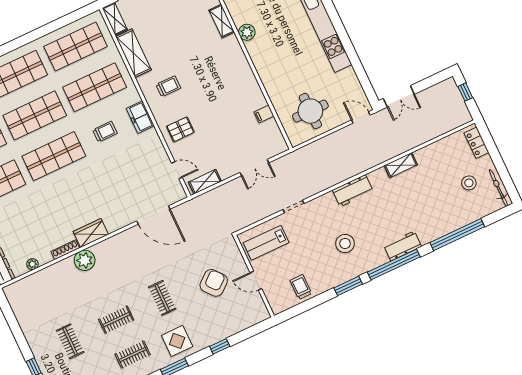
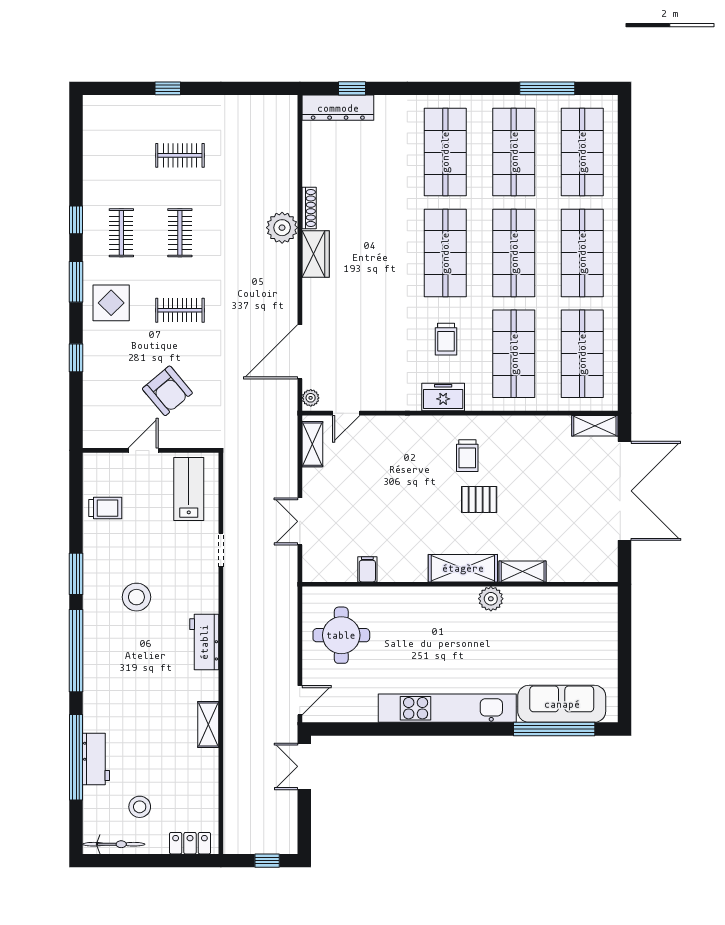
shelving: (133, 53) -> (463, 568), moved
pallet: (180, 129) -> (479, 499), moved, turned 90
workbench: (403, 246) -> (96, 759), moved
plant: (32, 264) -> (311, 398), moved

